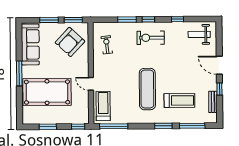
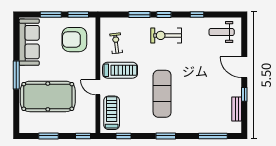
armchair: (70, 42) -> (74, 40), turned 47
treadmill: (179, 100) -> (120, 70), moved
window: (114, 126) -> (123, 136), width x0.46
window: (163, 126) -> (166, 136), moved

